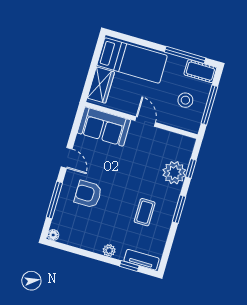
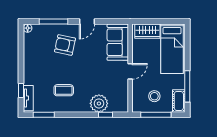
armchair: (88, 194) -> (65, 45), turned -78
window: (179, 209) -> (44, 115), moved
plant: (109, 250) -> (28, 72), removed

